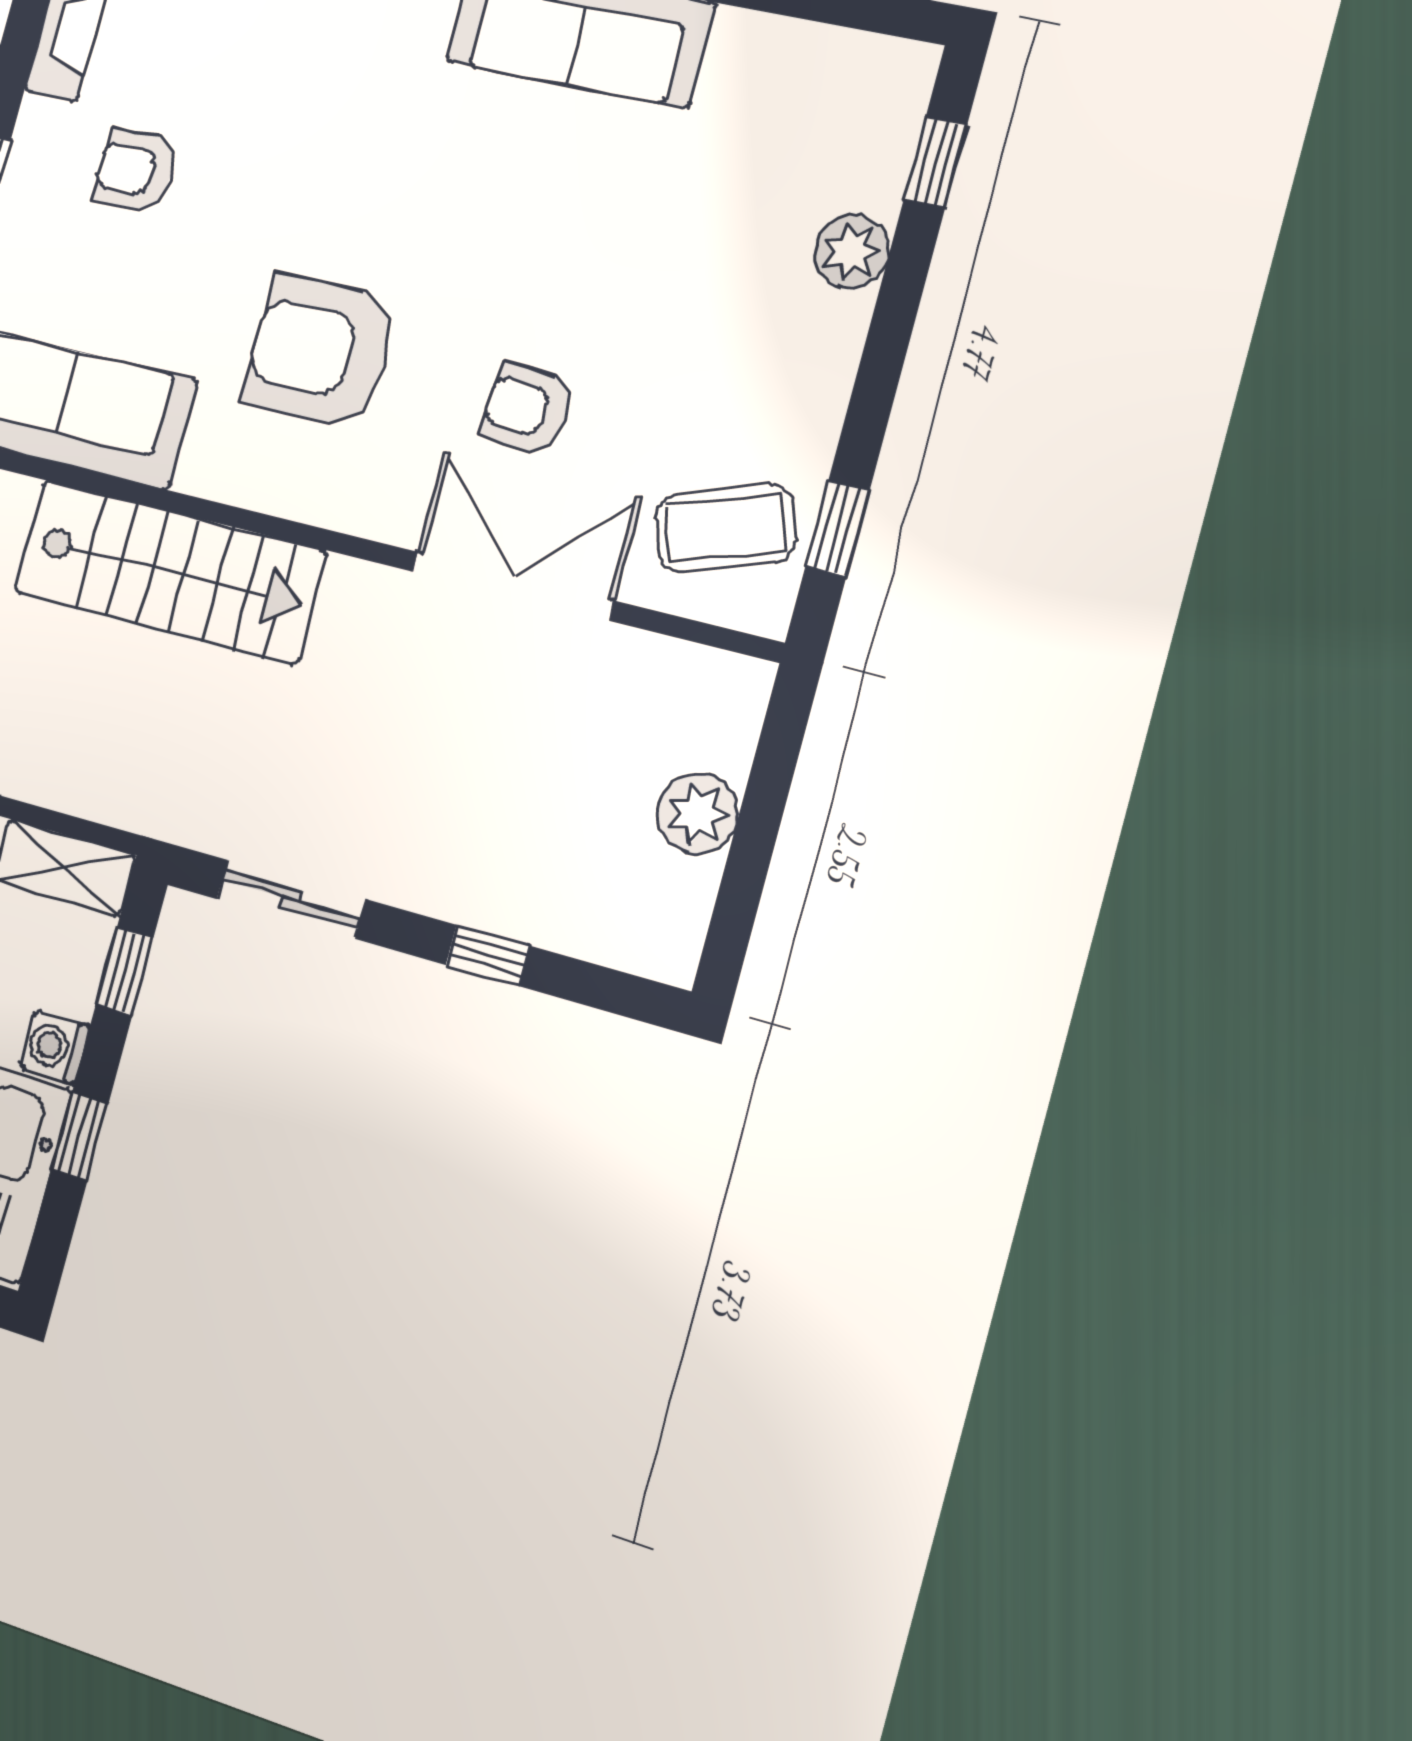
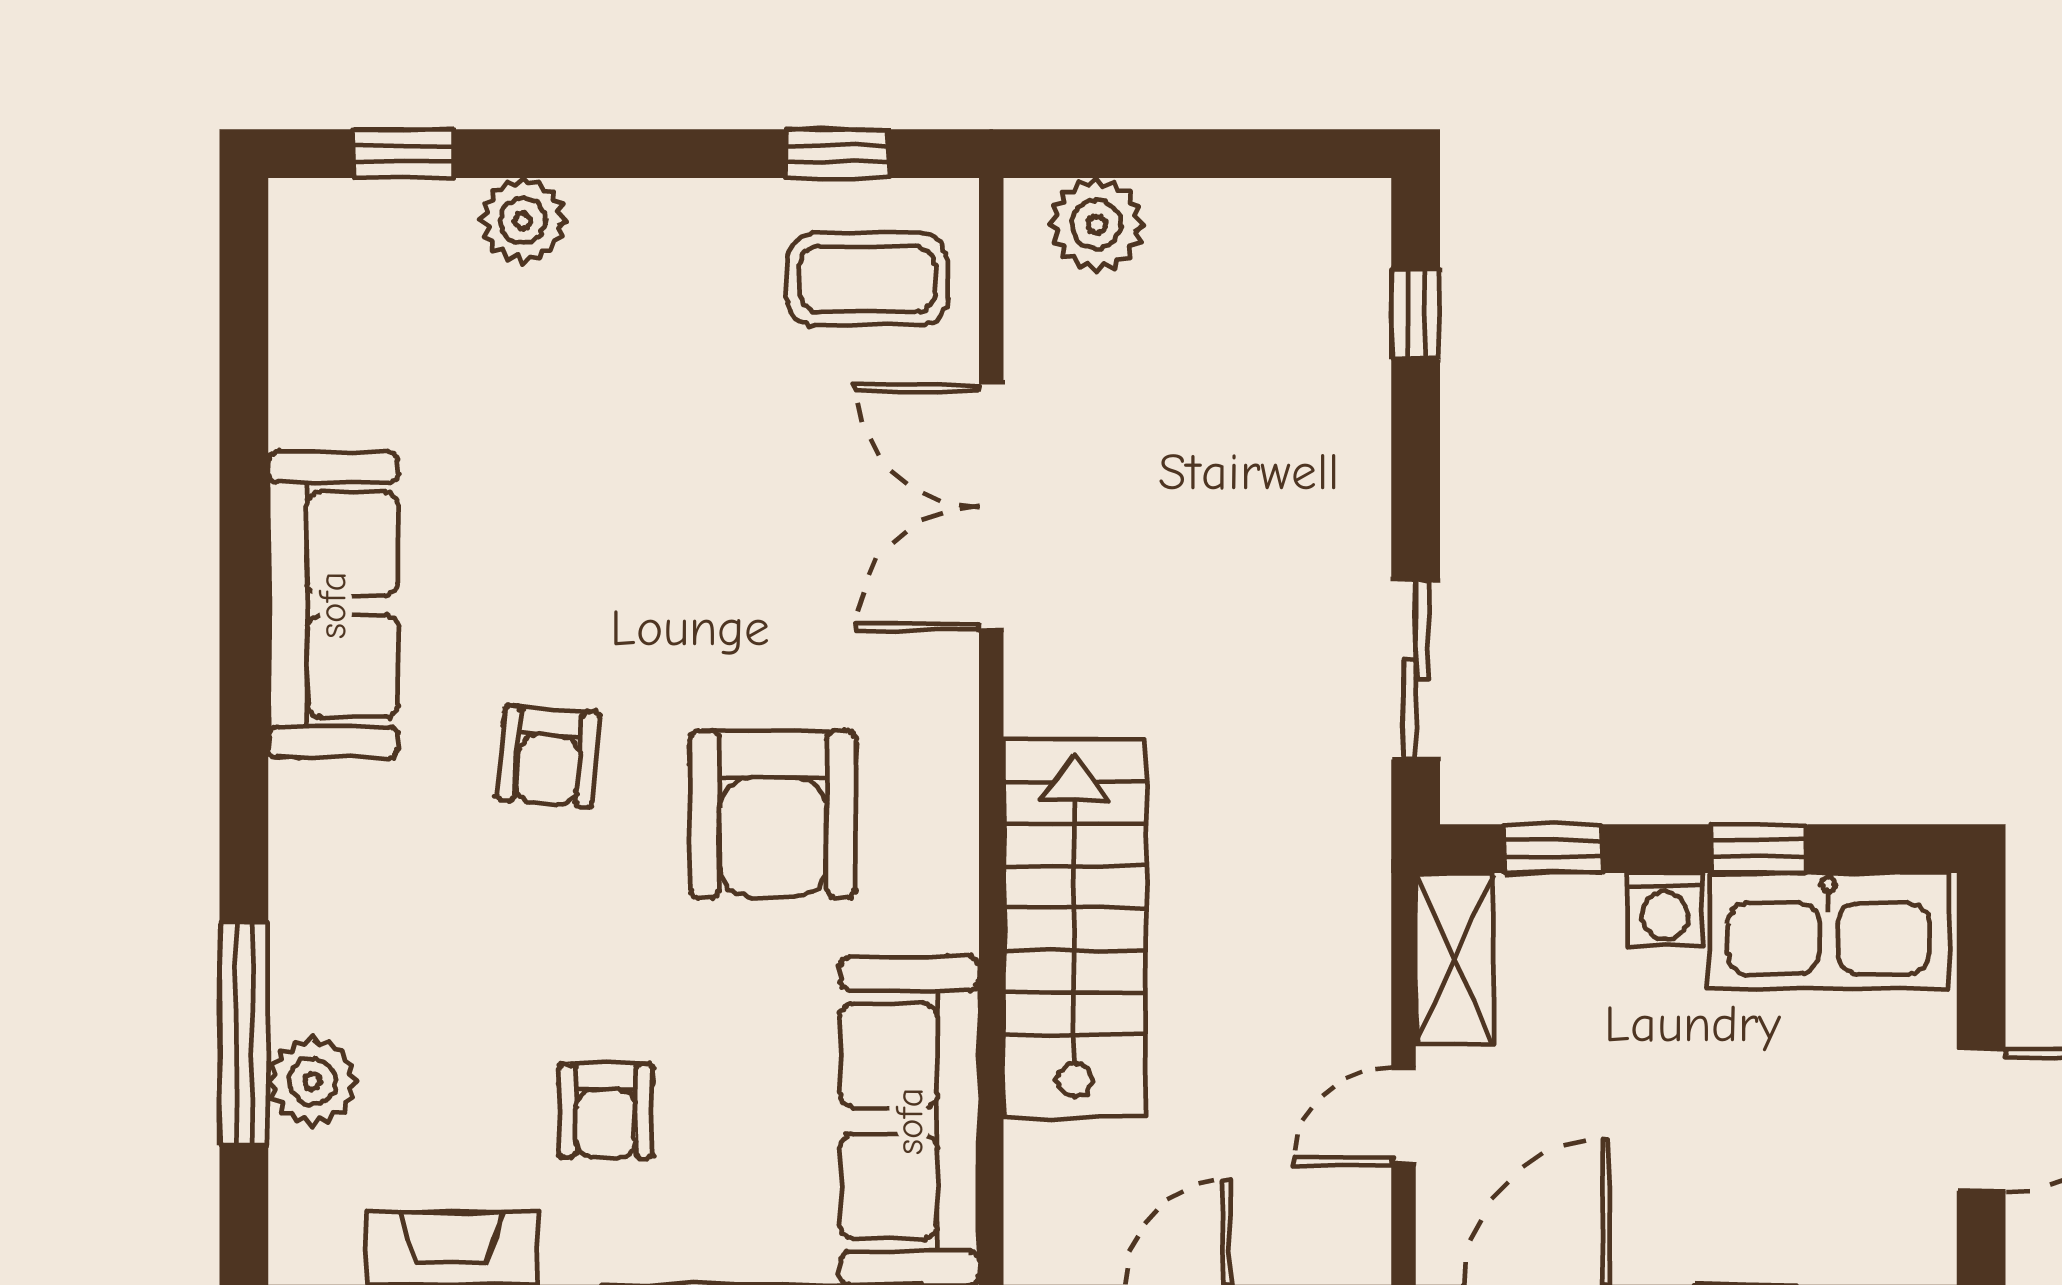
armchair: (527, 409) -> (549, 756), moved
coffee table: (725, 528) -> (867, 279), turned -71
plant: (698, 814) -> (1097, 224), moved
window: (488, 955) -> (1416, 314), moved

